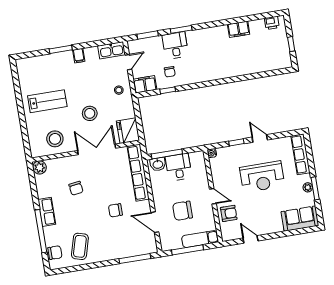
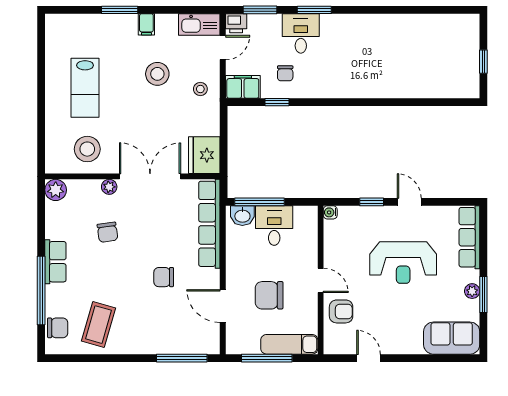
printer: (272, 23) -> (236, 23), moved
filing cabinet: (239, 29) -> (404, 24), removed
lab bench: (47, 101) -> (85, 88), turned 90
stool: (90, 113) -> (157, 74), moved
plant: (72, 160) -> (109, 187), added

